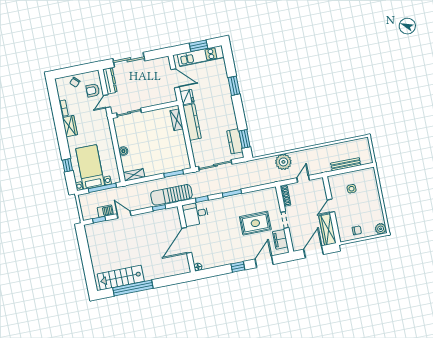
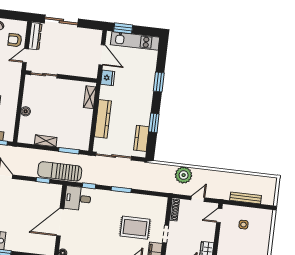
window: (199, 46) -> (123, 28), moved
kitchen counter: (192, 122) -> (103, 119), moved
window: (245, 139) -> (154, 123), moved
shelving: (134, 175) -> (46, 141), moved
door: (331, 206) -> (219, 215), moved

